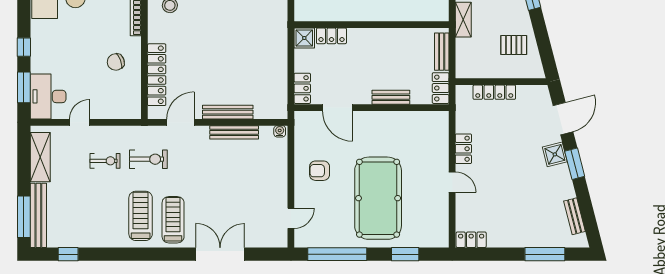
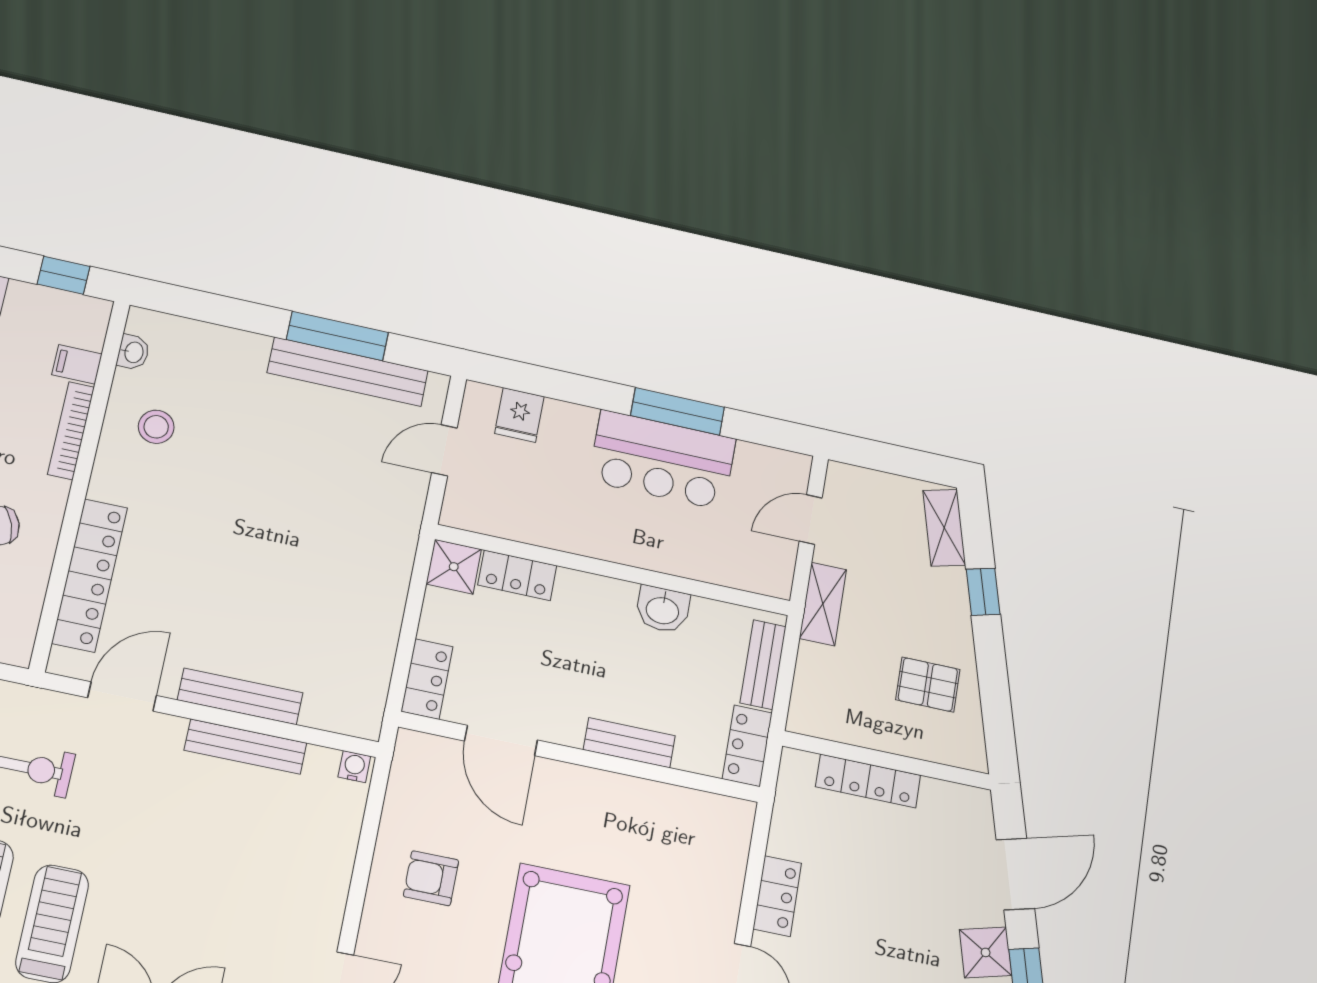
washbasin: (395, 37) -> (663, 609), added

